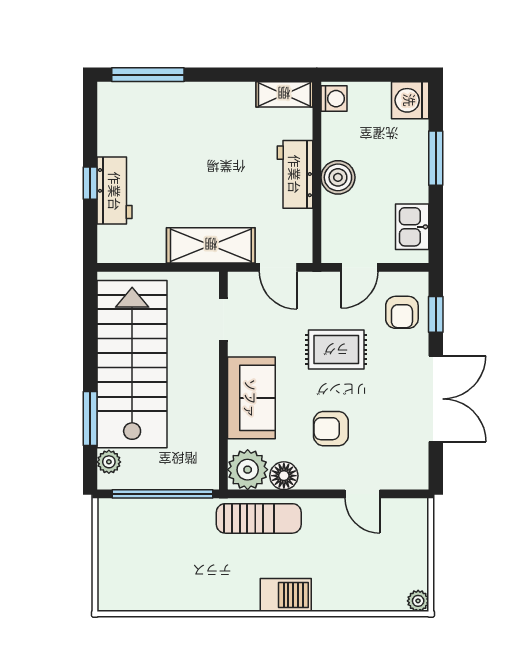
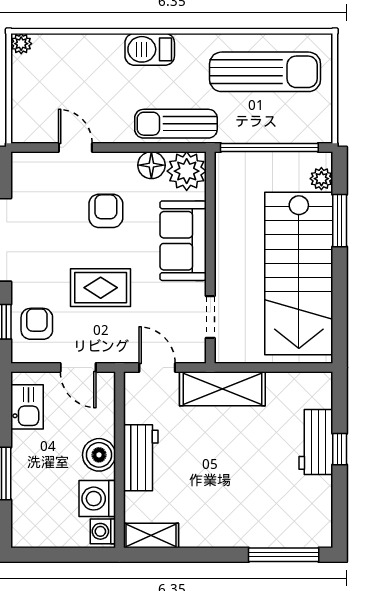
washing machine: (410, 100) -> (97, 499), moved, turned 180
door: (359, 267) -> (78, 368), swing flipped
armchair: (331, 429) -> (106, 211), turned -90
sun lounger: (167, 572) -> (265, 72), added

